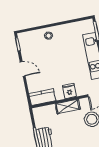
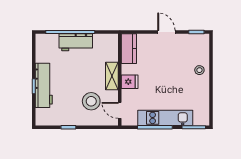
door: (23, 69) -> (166, 32), swing flipped

